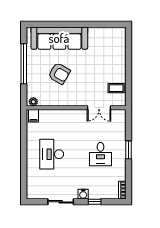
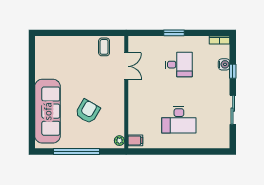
water cooler: (83, 194) -> (224, 64), moved

